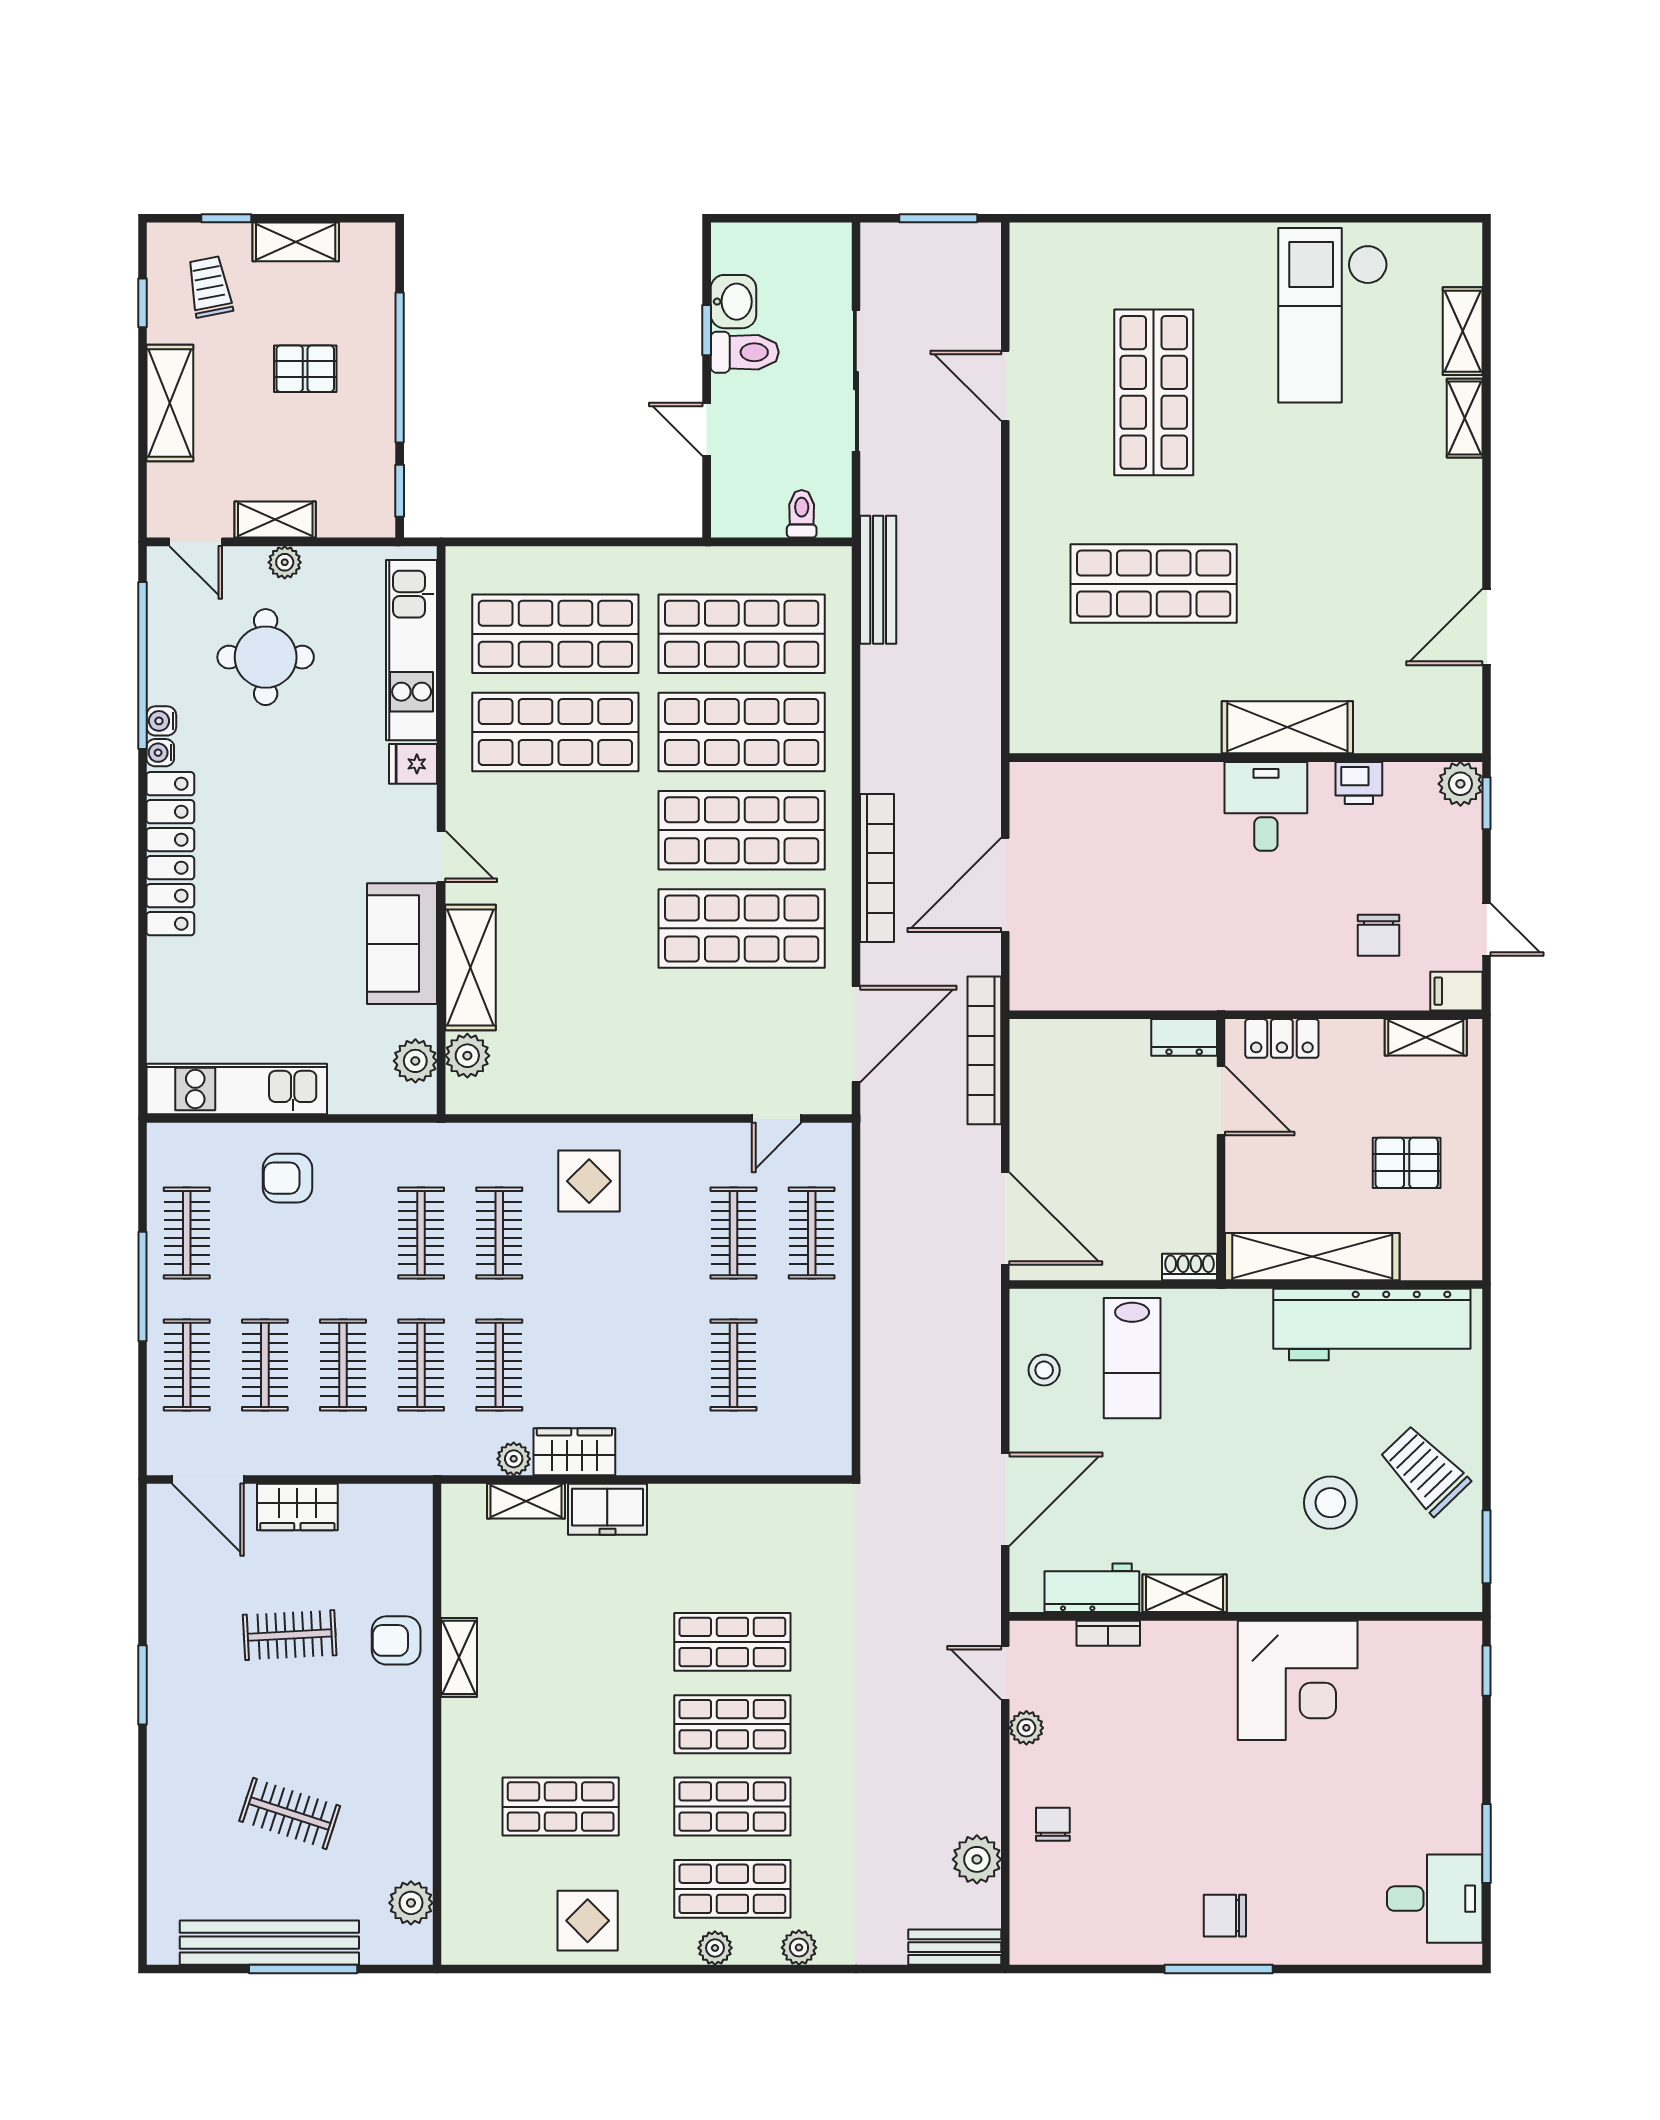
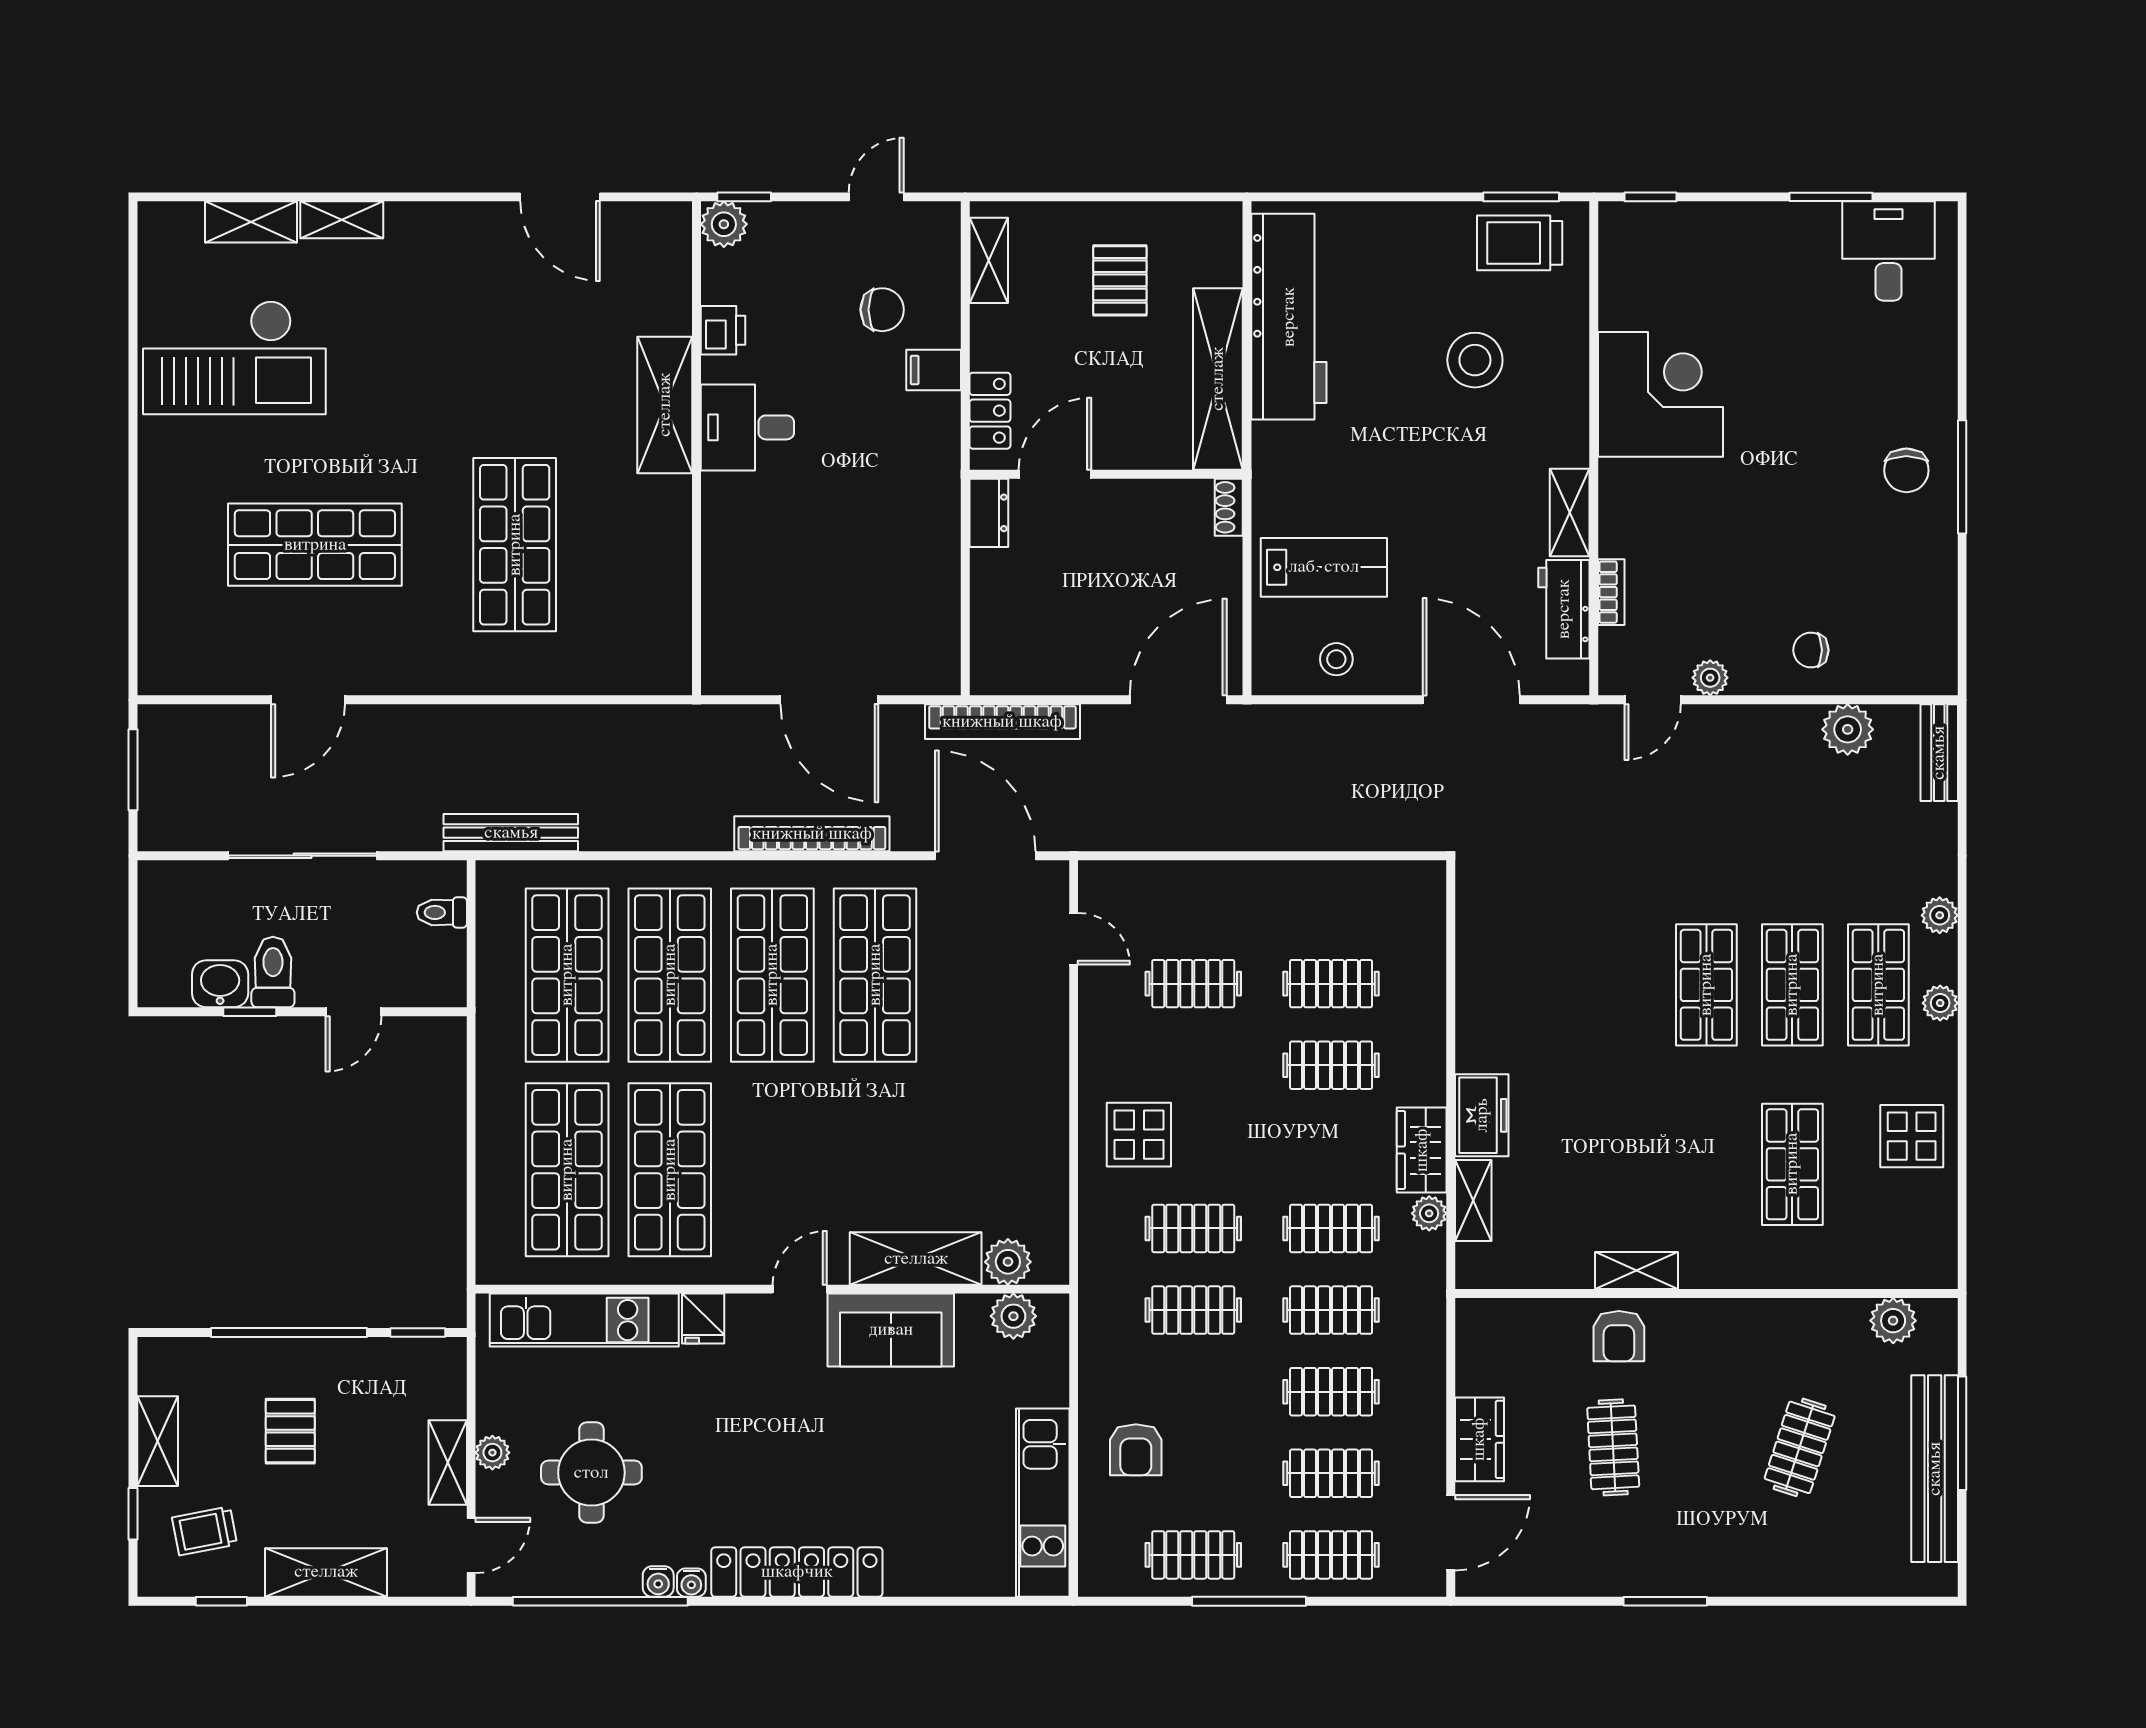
filing cabinet: (1456, 991) -> (934, 370), moved, turned 90
clothes rail: (812, 1233) -> (1331, 1065), moved
trolley: (1425, 1470) -> (1520, 243), moved, turned 44
shop shelf: (732, 1642) -> (1620, 985), removed

